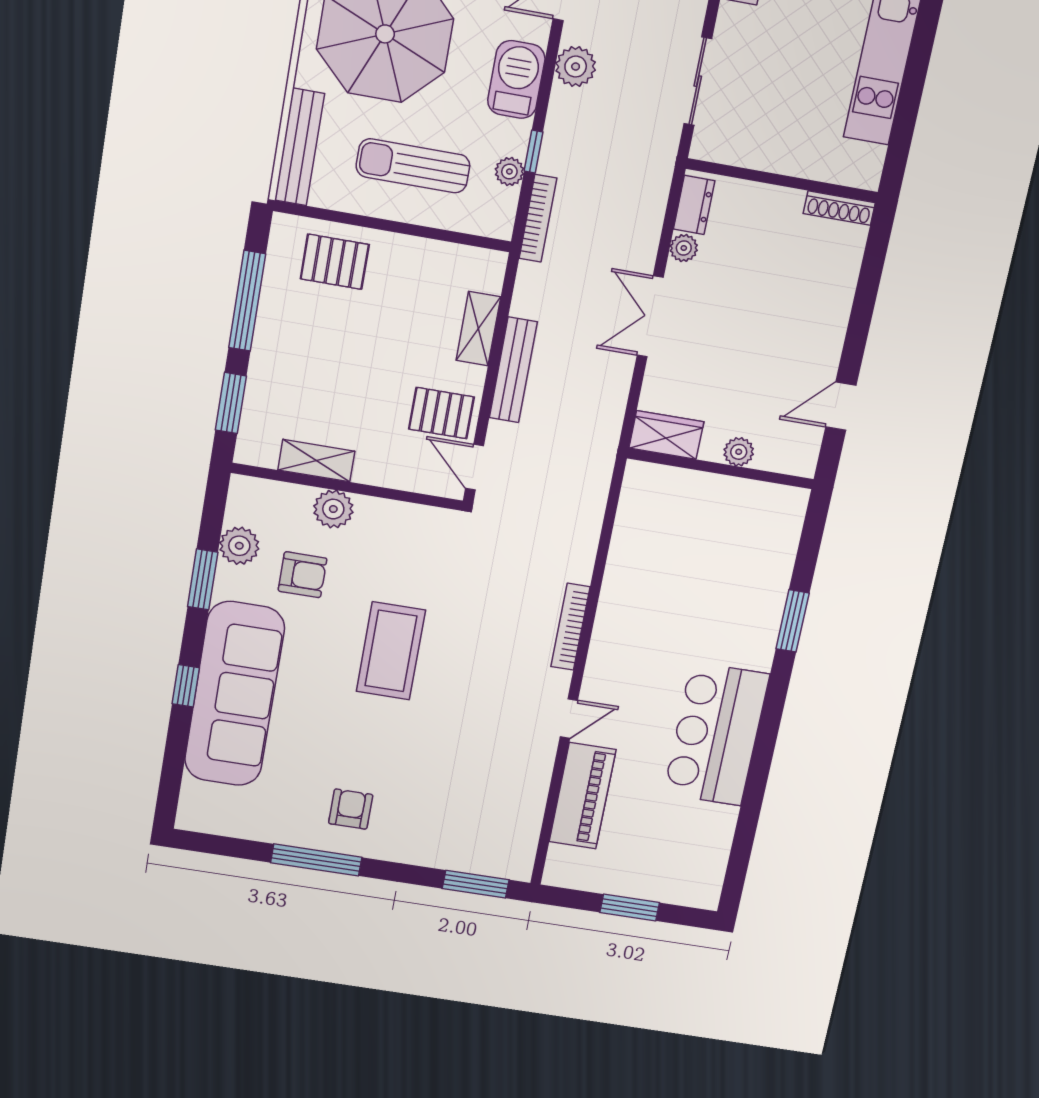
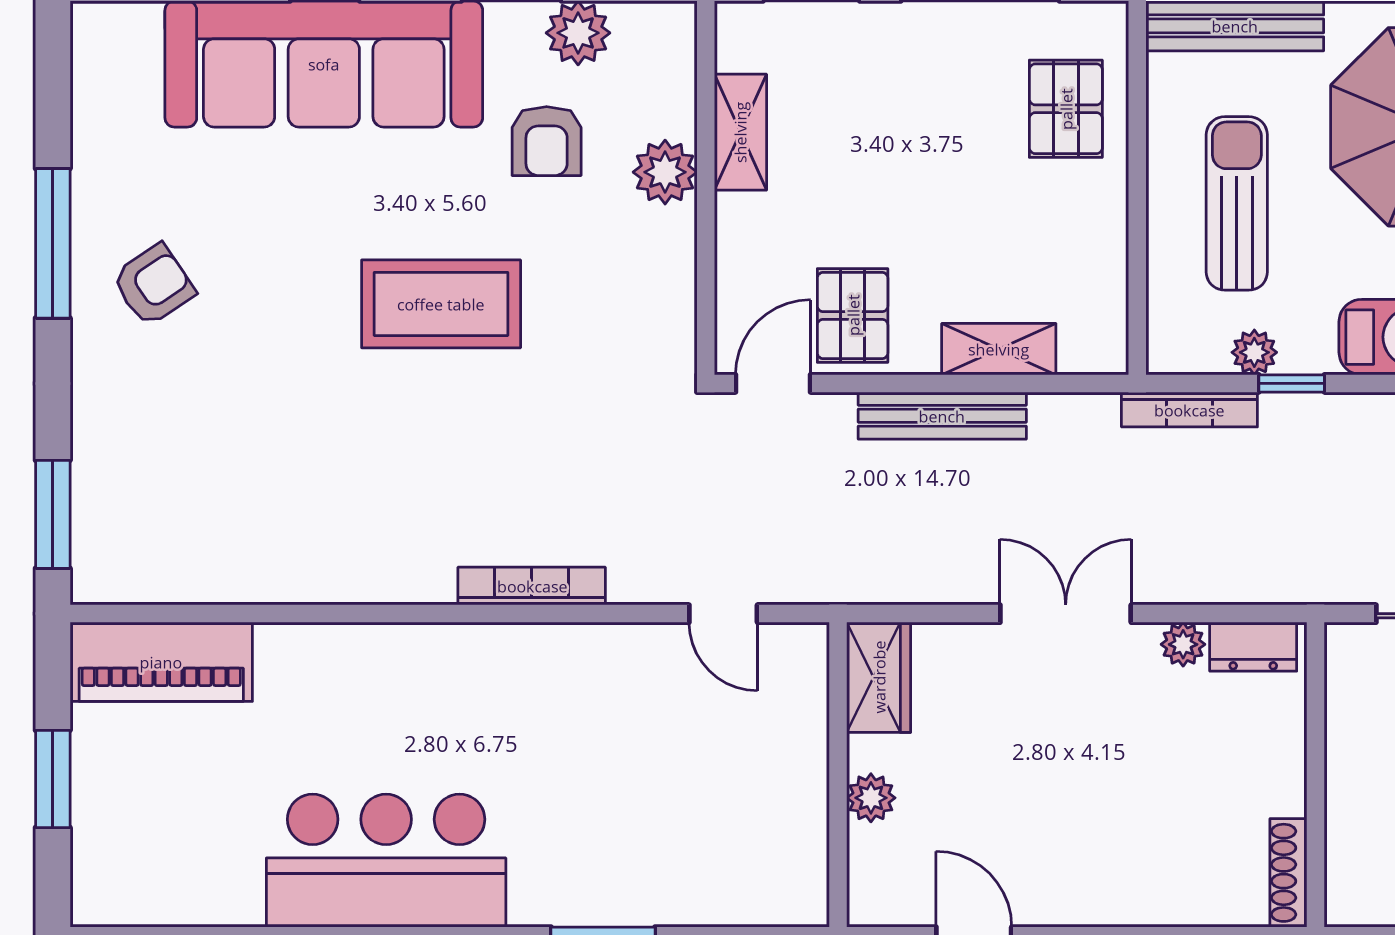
door: (569, 719) -> (723, 614), moved
piano: (583, 796) -> (161, 662), moved
armchair: (351, 809) -> (153, 285), turned -34

